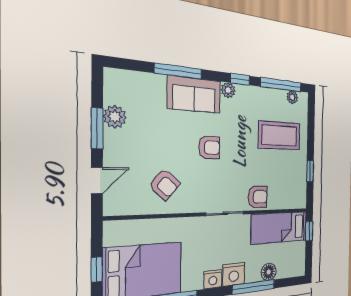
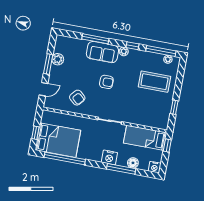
armchair: (258, 197) -> (133, 116), removed
nightstand: (213, 279) -> (154, 167), moved

